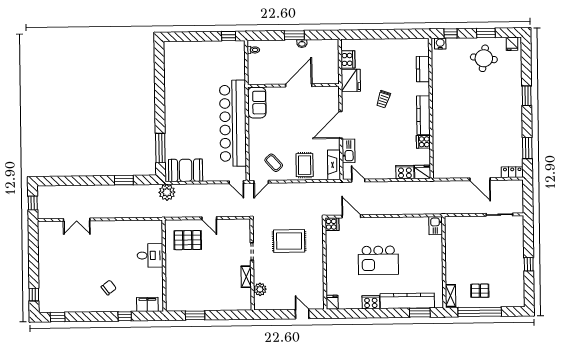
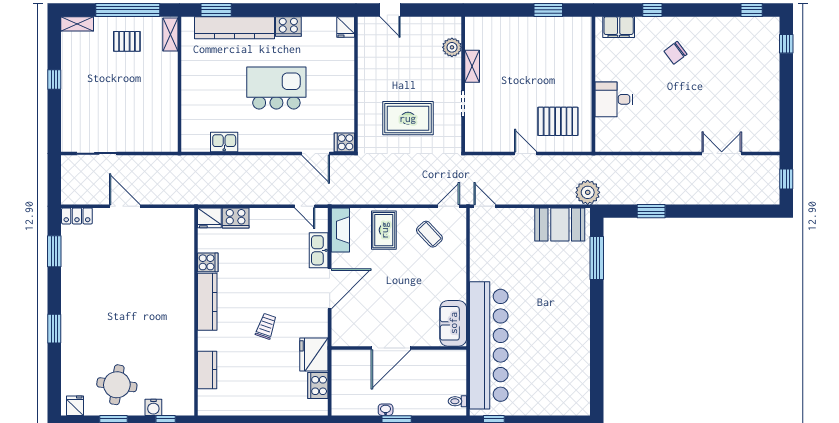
water cooler: (440, 44) -> (153, 407), moved
bar counter: (233, 123) -> (489, 345), moved
kitchen sink: (436, 226) -> (224, 142), moved, turned -90
shelving: (514, 302) -> (77, 24), added

